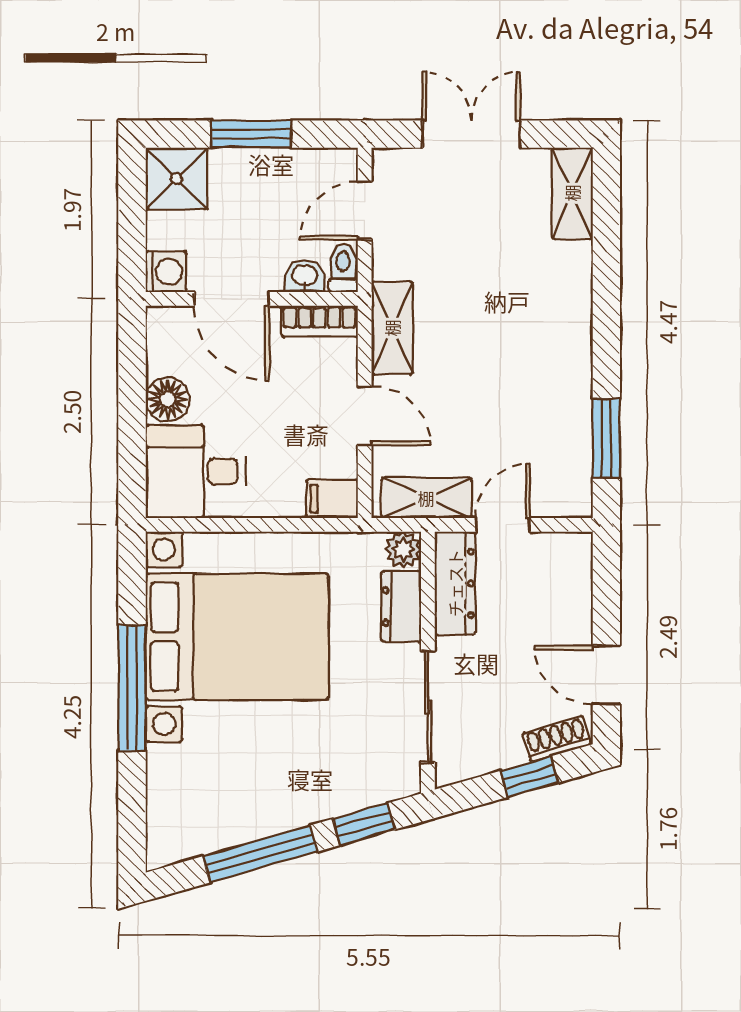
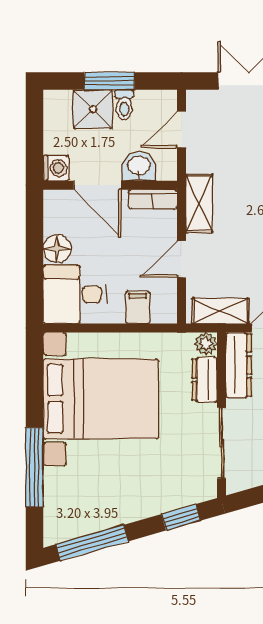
shower: (177, 179) -> (93, 109), moved
toilet: (343, 268) -> (124, 105), moved, turned 180
washbasin: (305, 276) -> (139, 166), width x1.38, depth x1.45
door: (365, 416) -> (182, 259), swing flipped
filing cabinet: (332, 499) -> (138, 307), moved, turned 90
window: (132, 688) -> (34, 467), moved
window: (260, 854) -> (92, 543), moved

